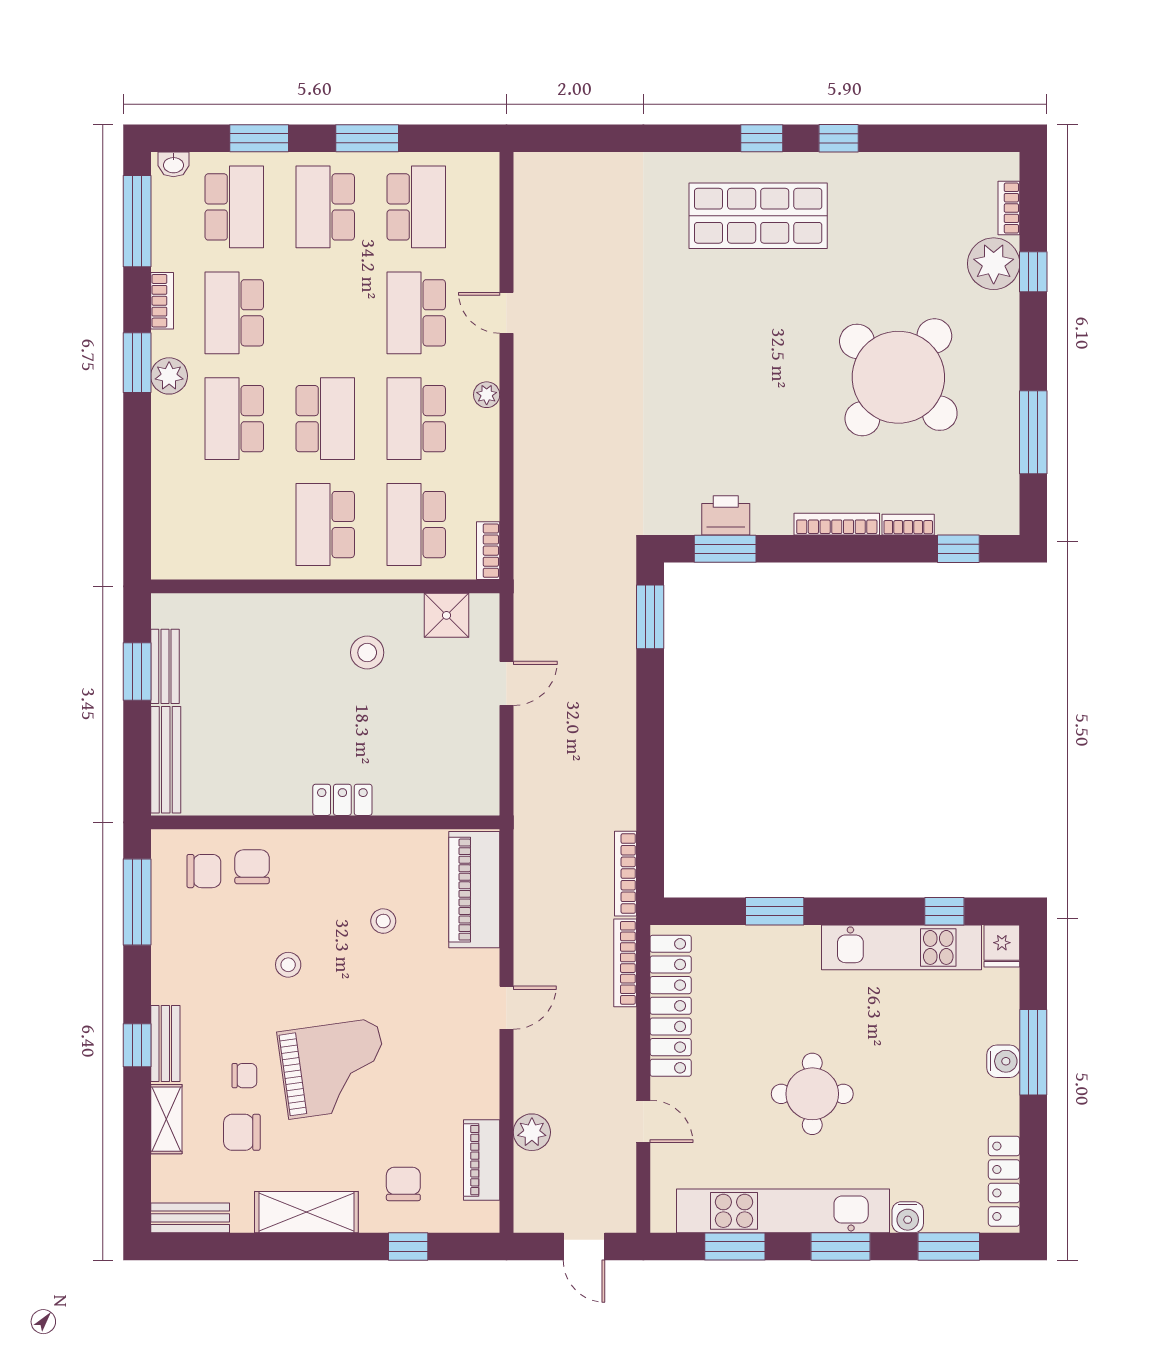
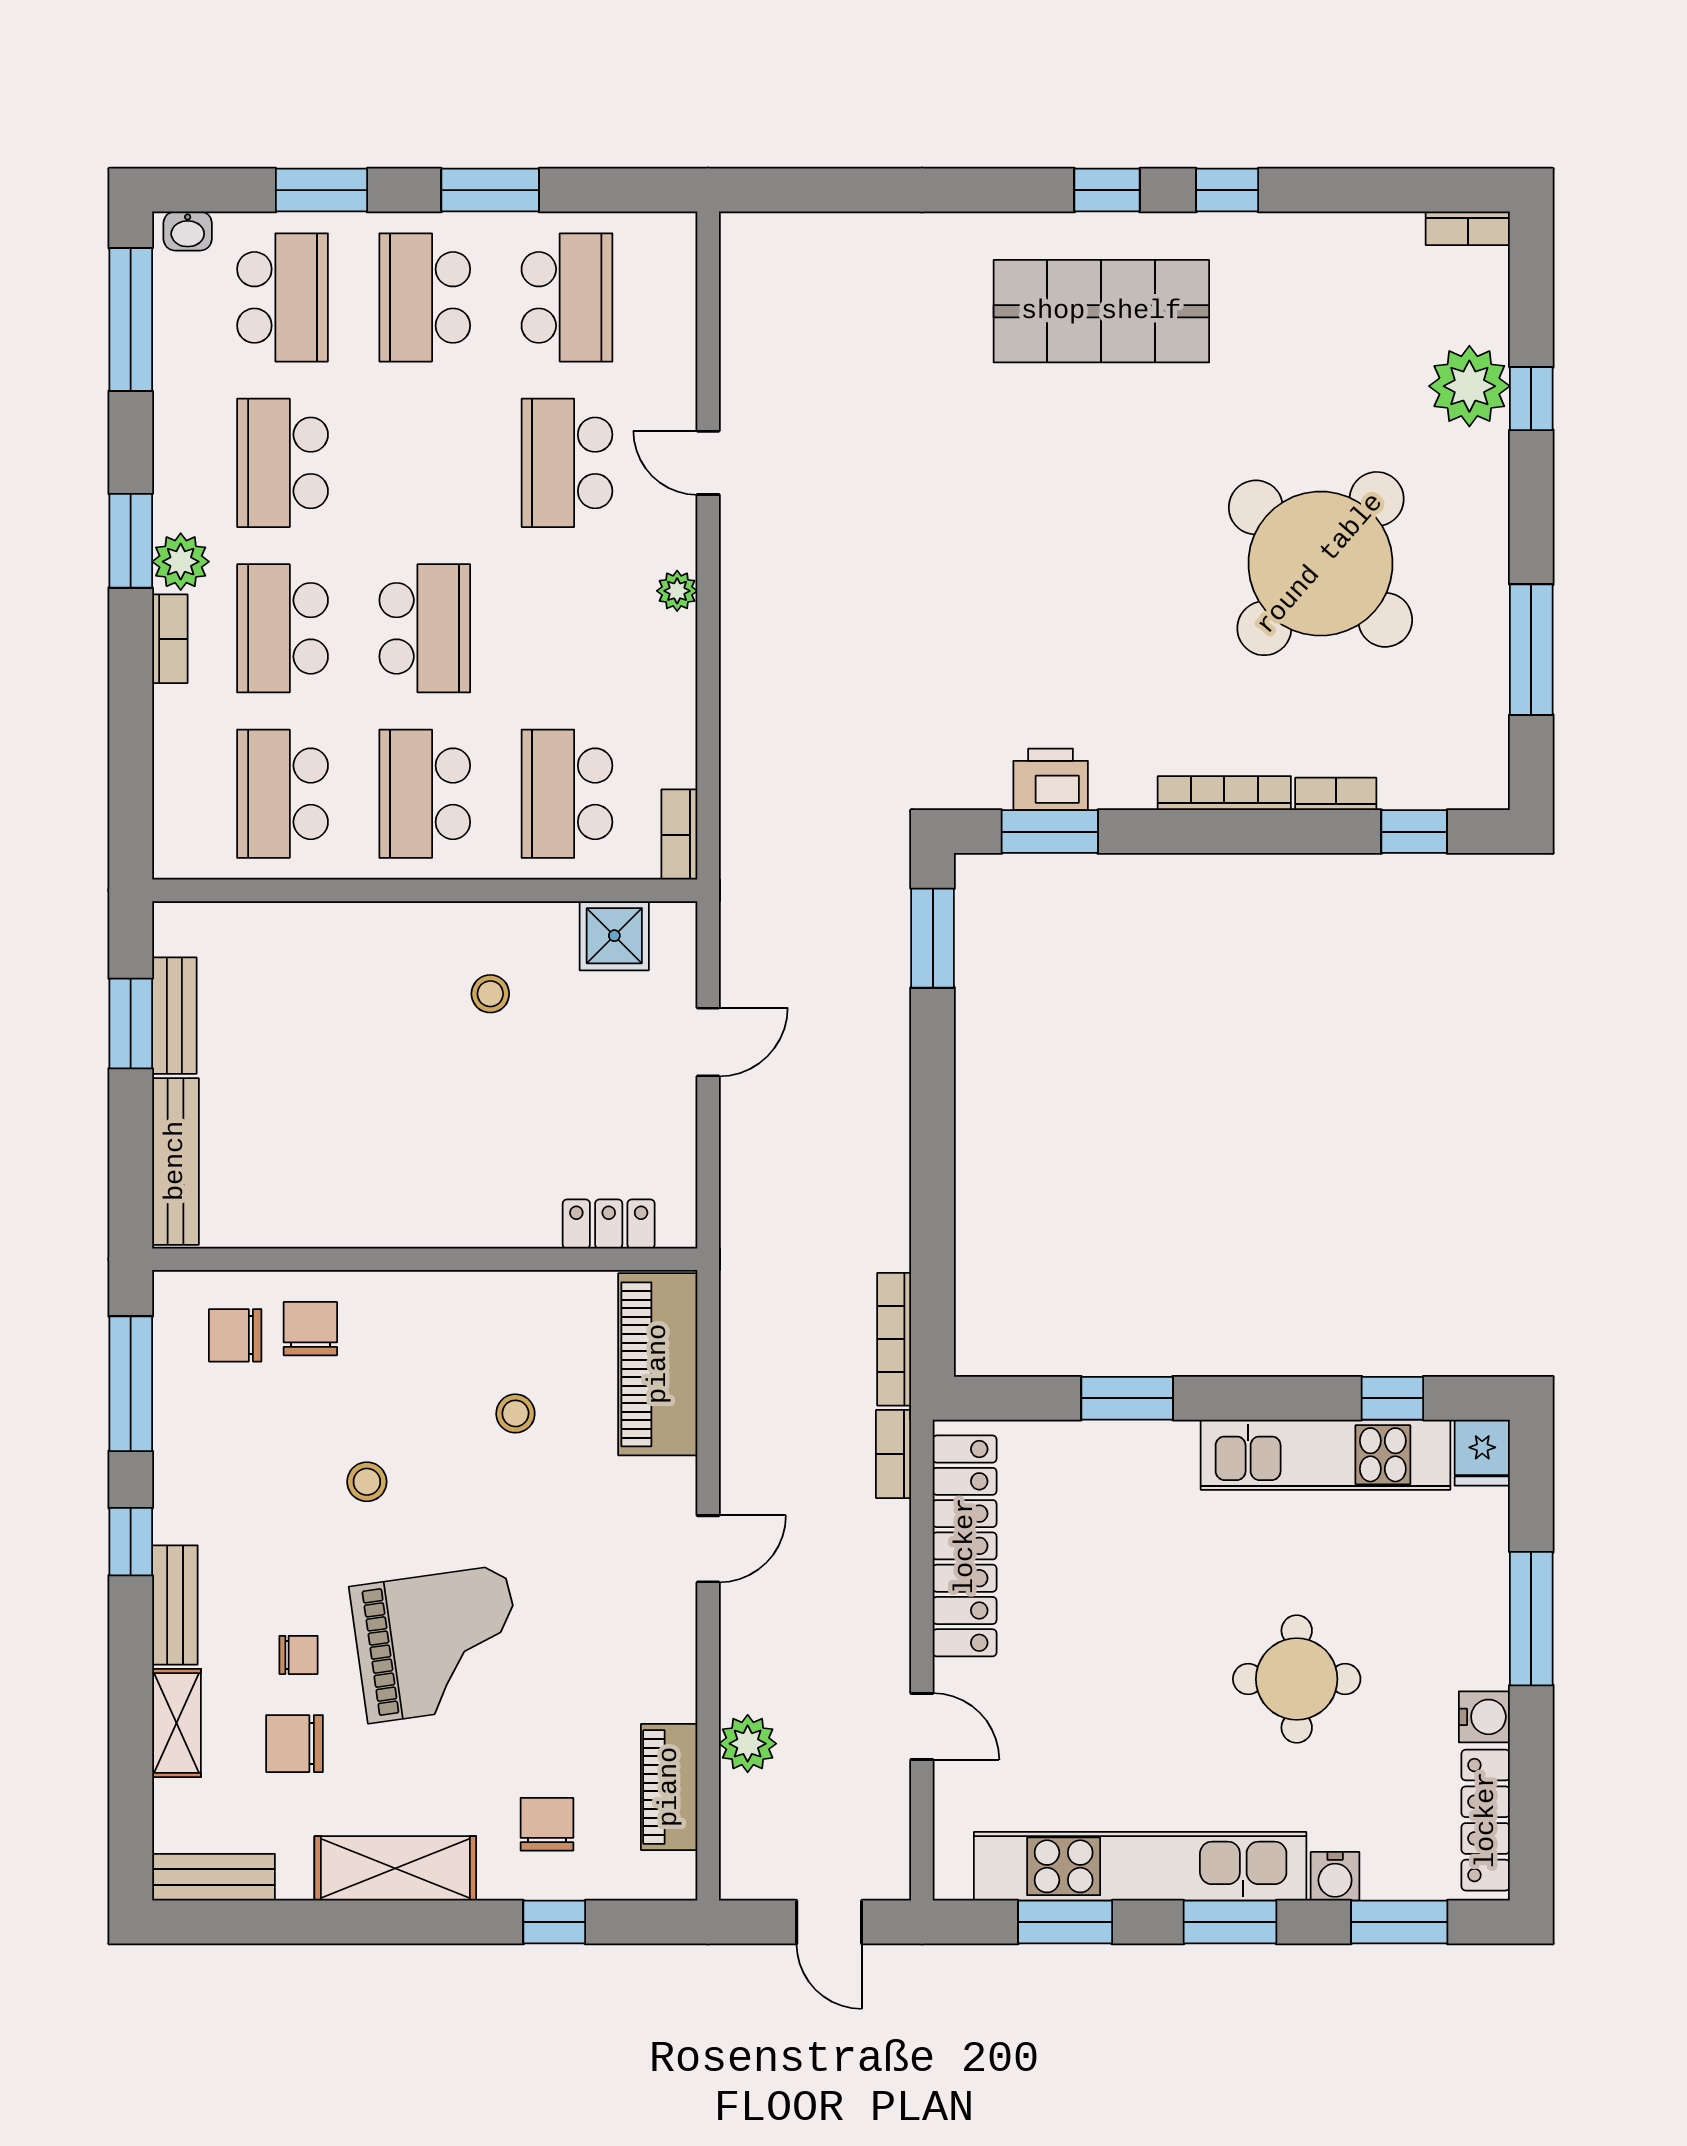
bookcase: (1009, 208) -> (1468, 228), moved, turned -90
bookcase: (162, 301) -> (170, 639), moved
school desk: (416, 419) -> (283, 794), moved
stool: (367, 653) -> (490, 994), width x0.73, depth x0.73
locker: (342, 800) -> (609, 1224), moved
chair: (204, 871) -> (235, 1335), turned 180
bookcase: (625, 963) -> (894, 1454), width x0.64
window: (137, 1045) -> (131, 1542), moved
water cooler: (1003, 1061) -> (1484, 1717), moved
round table: (812, 1094) -> (1297, 1679), moved

